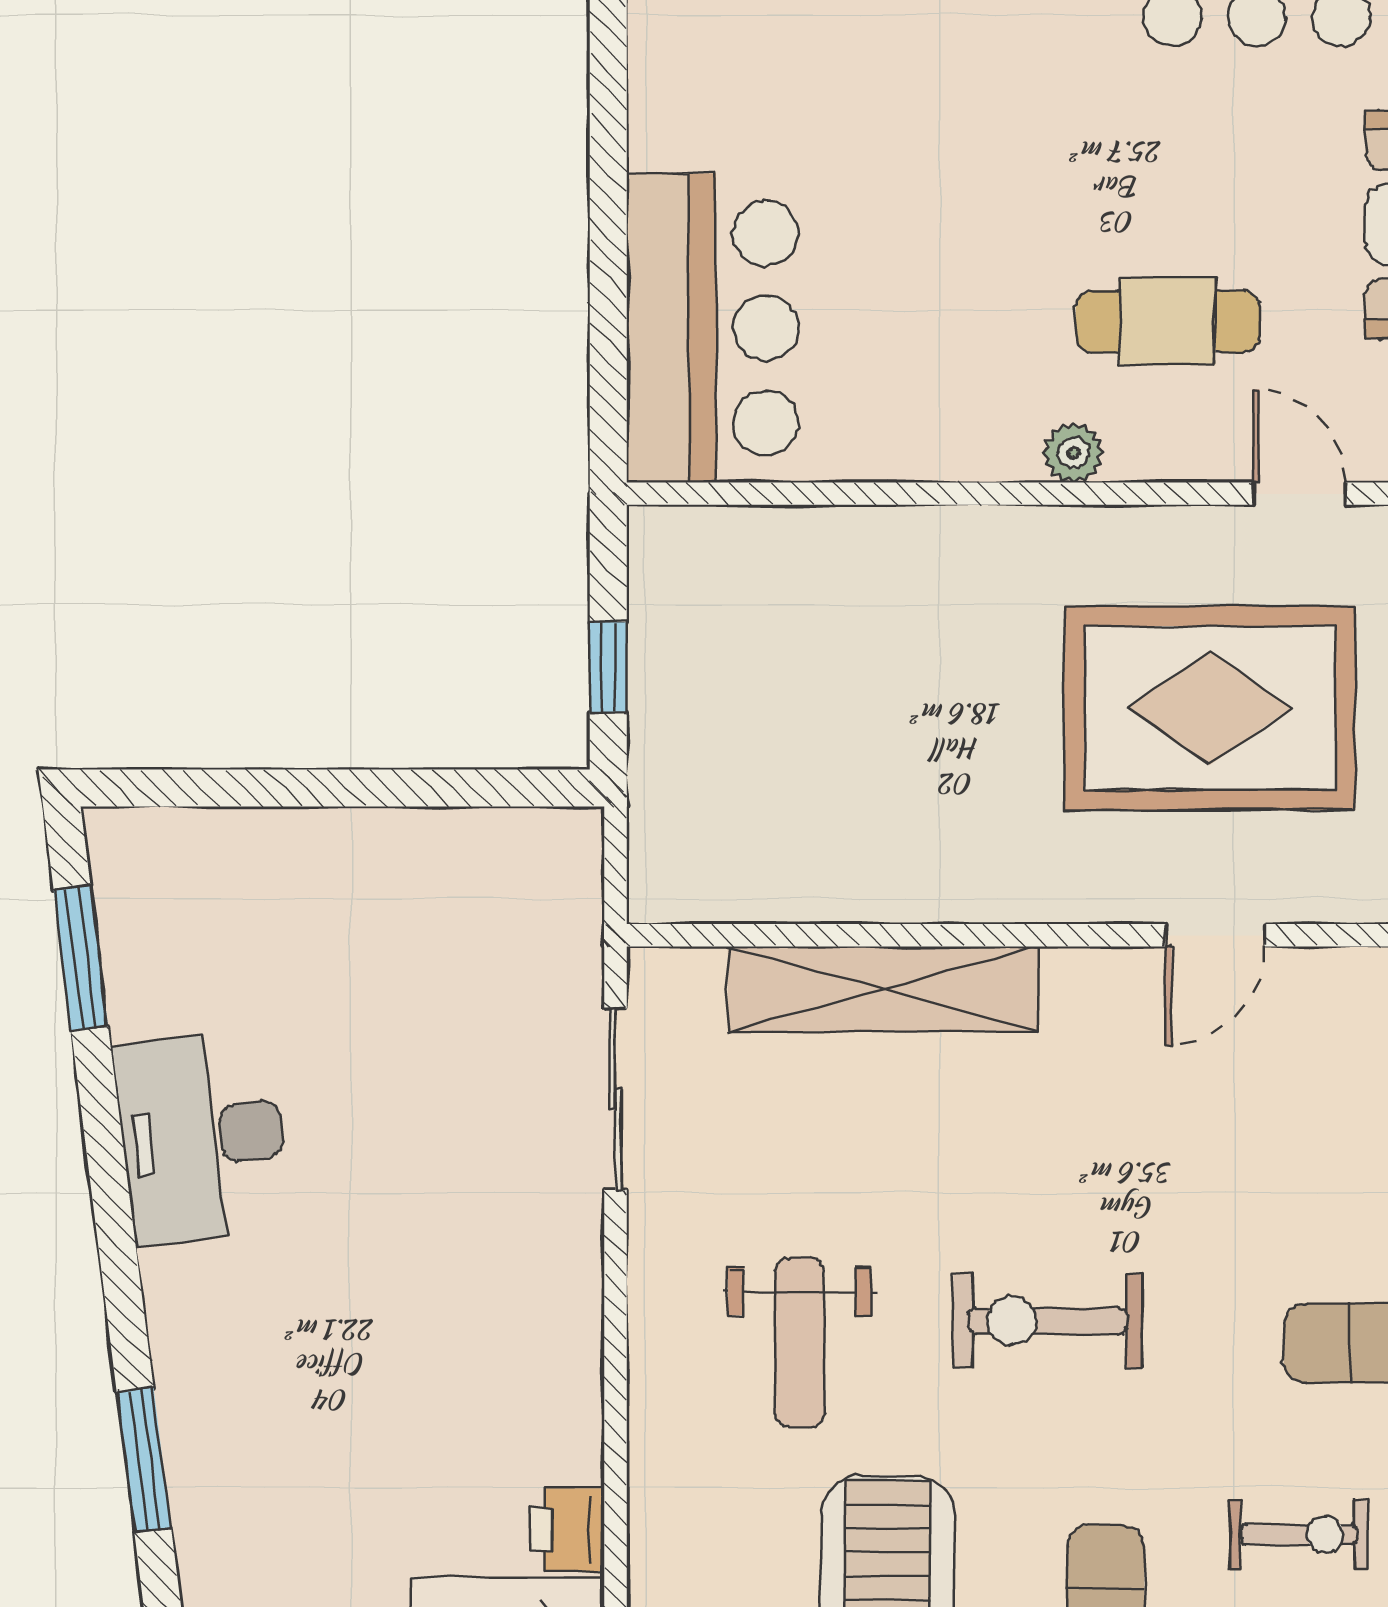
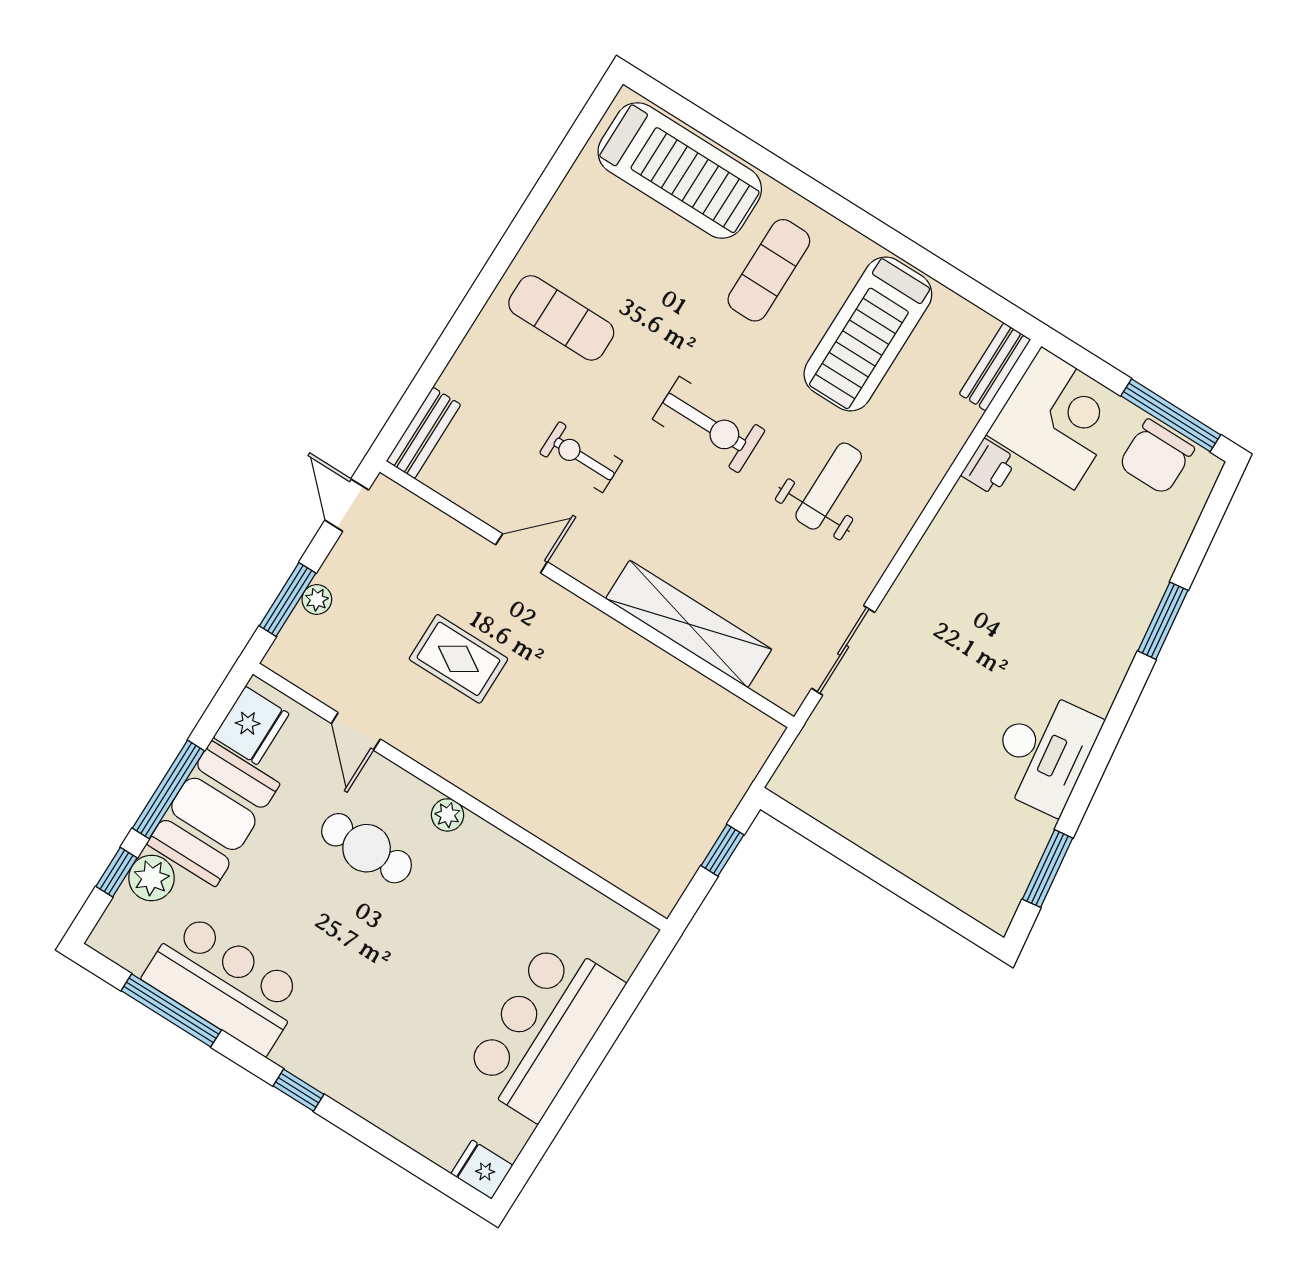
bar counter: (712, 328) -> (543, 1029), moved
rug: (1210, 708) -> (458, 659), width x0.54, depth x0.49
exercise bike: (1299, 1534) -> (581, 457), moved

